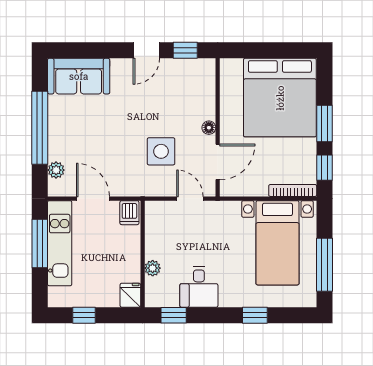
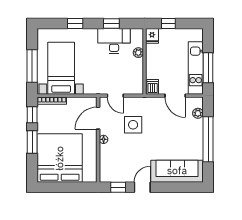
sofa: (79, 76) -> (177, 171), width x1.36
window: (324, 265) -> (32, 66), moved
desk: (199, 287) -> (114, 41), width x1.37
window: (84, 315) -> (168, 24), moved
window: (174, 315) -> (111, 24), moved

